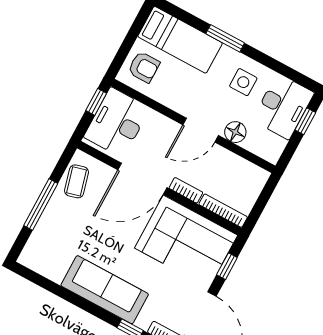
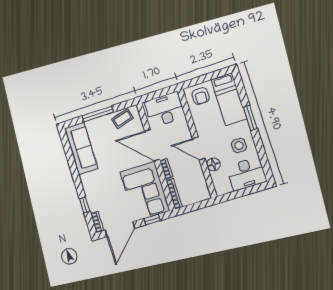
window: (96, 102) -> (164, 92), removed
window: (305, 121) -> (250, 190), removed
sofa: (105, 290) -> (81, 148), moved

